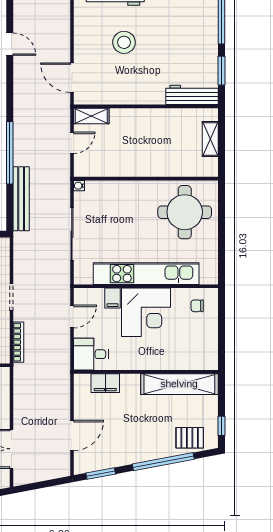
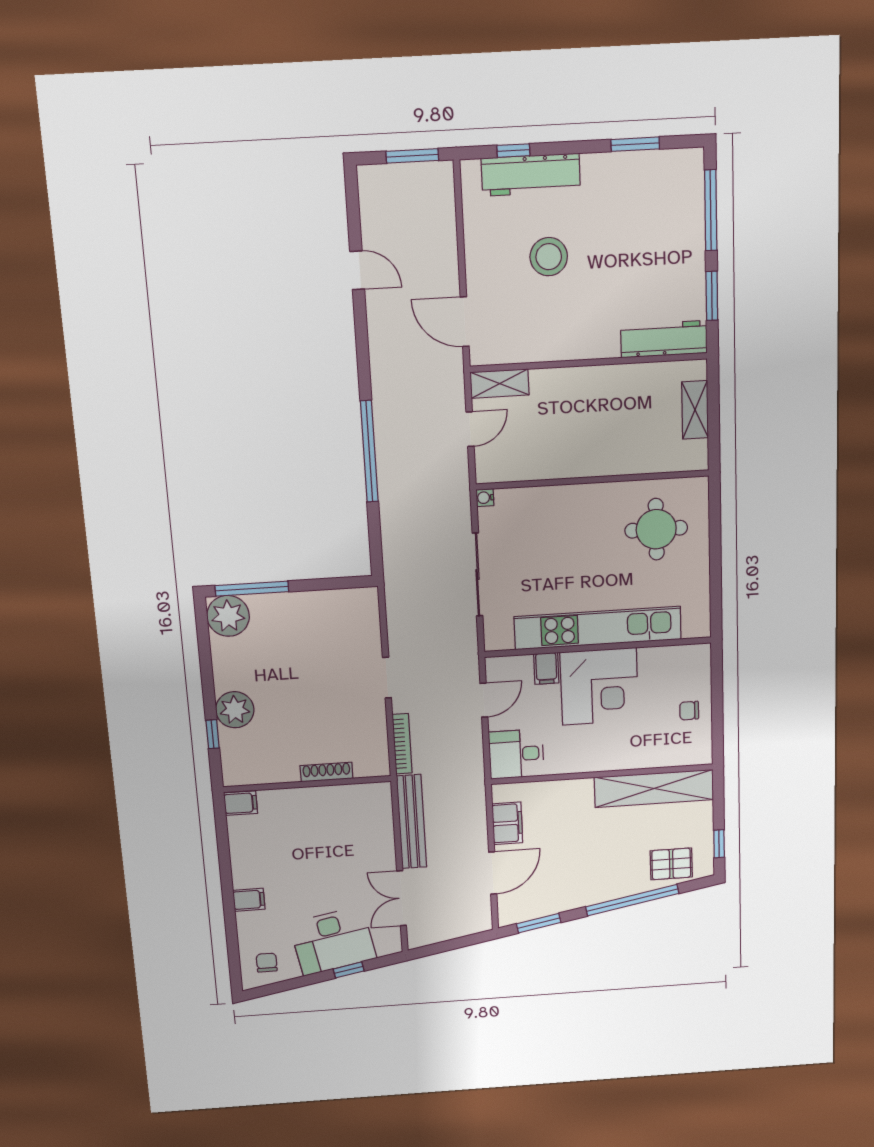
bench: (21, 199) -> (412, 822), moved
round table: (185, 212) -> (656, 529), width x0.73, depth x0.73
chair: (197, 306) -> (689, 711), moved
filing cabinet: (105, 383) -> (507, 823), moved, turned -90

